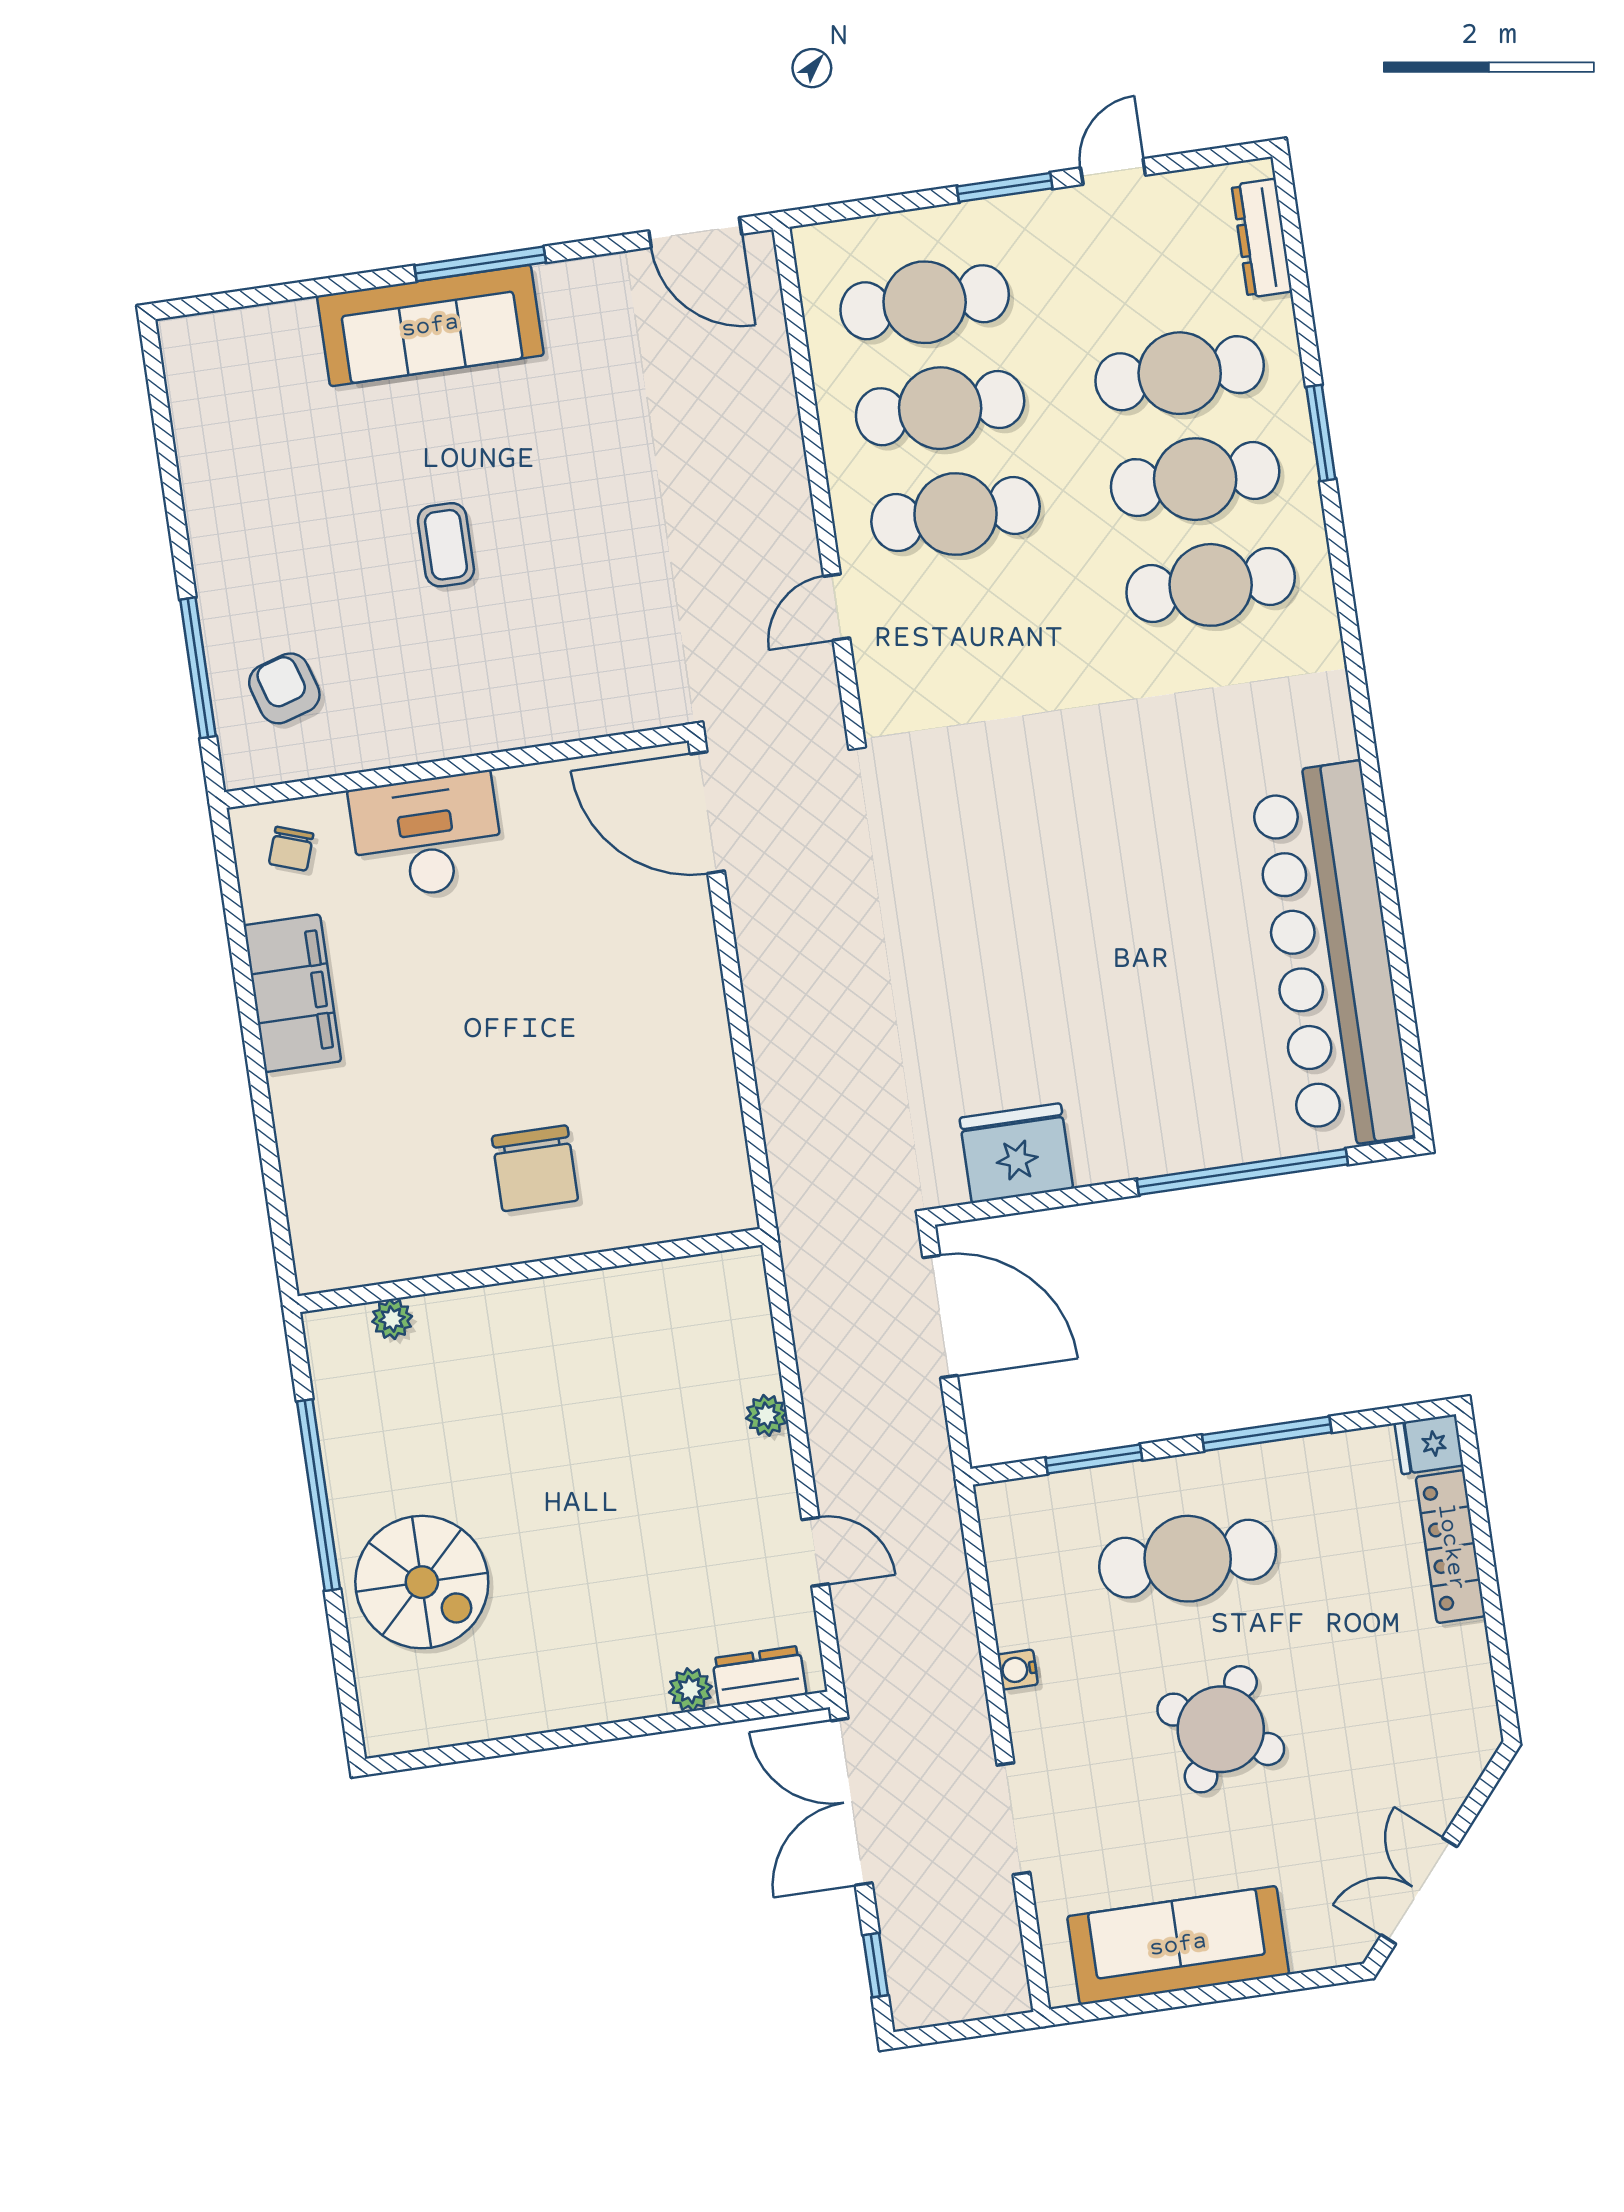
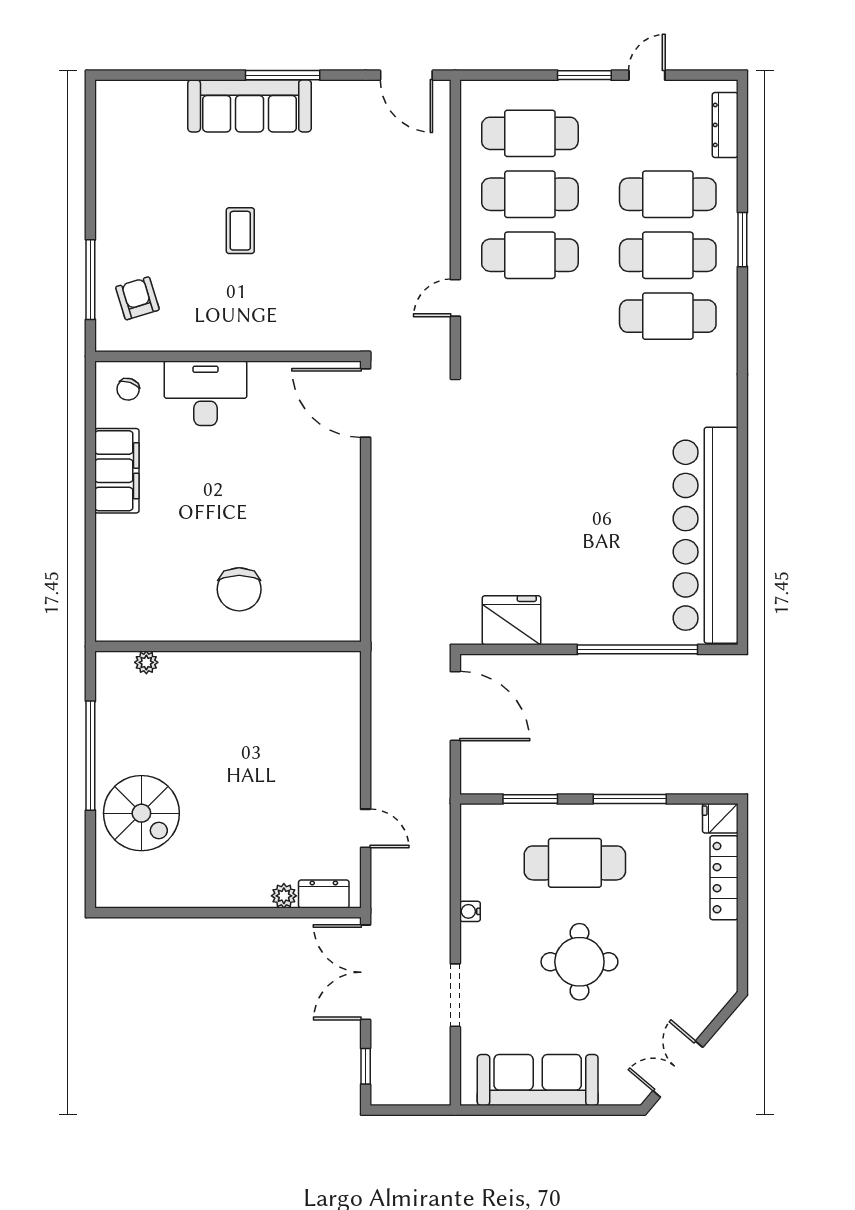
plant: (766, 1415) -> (349, 748), removed
round table: (1221, 1729) -> (579, 962), turned -31

